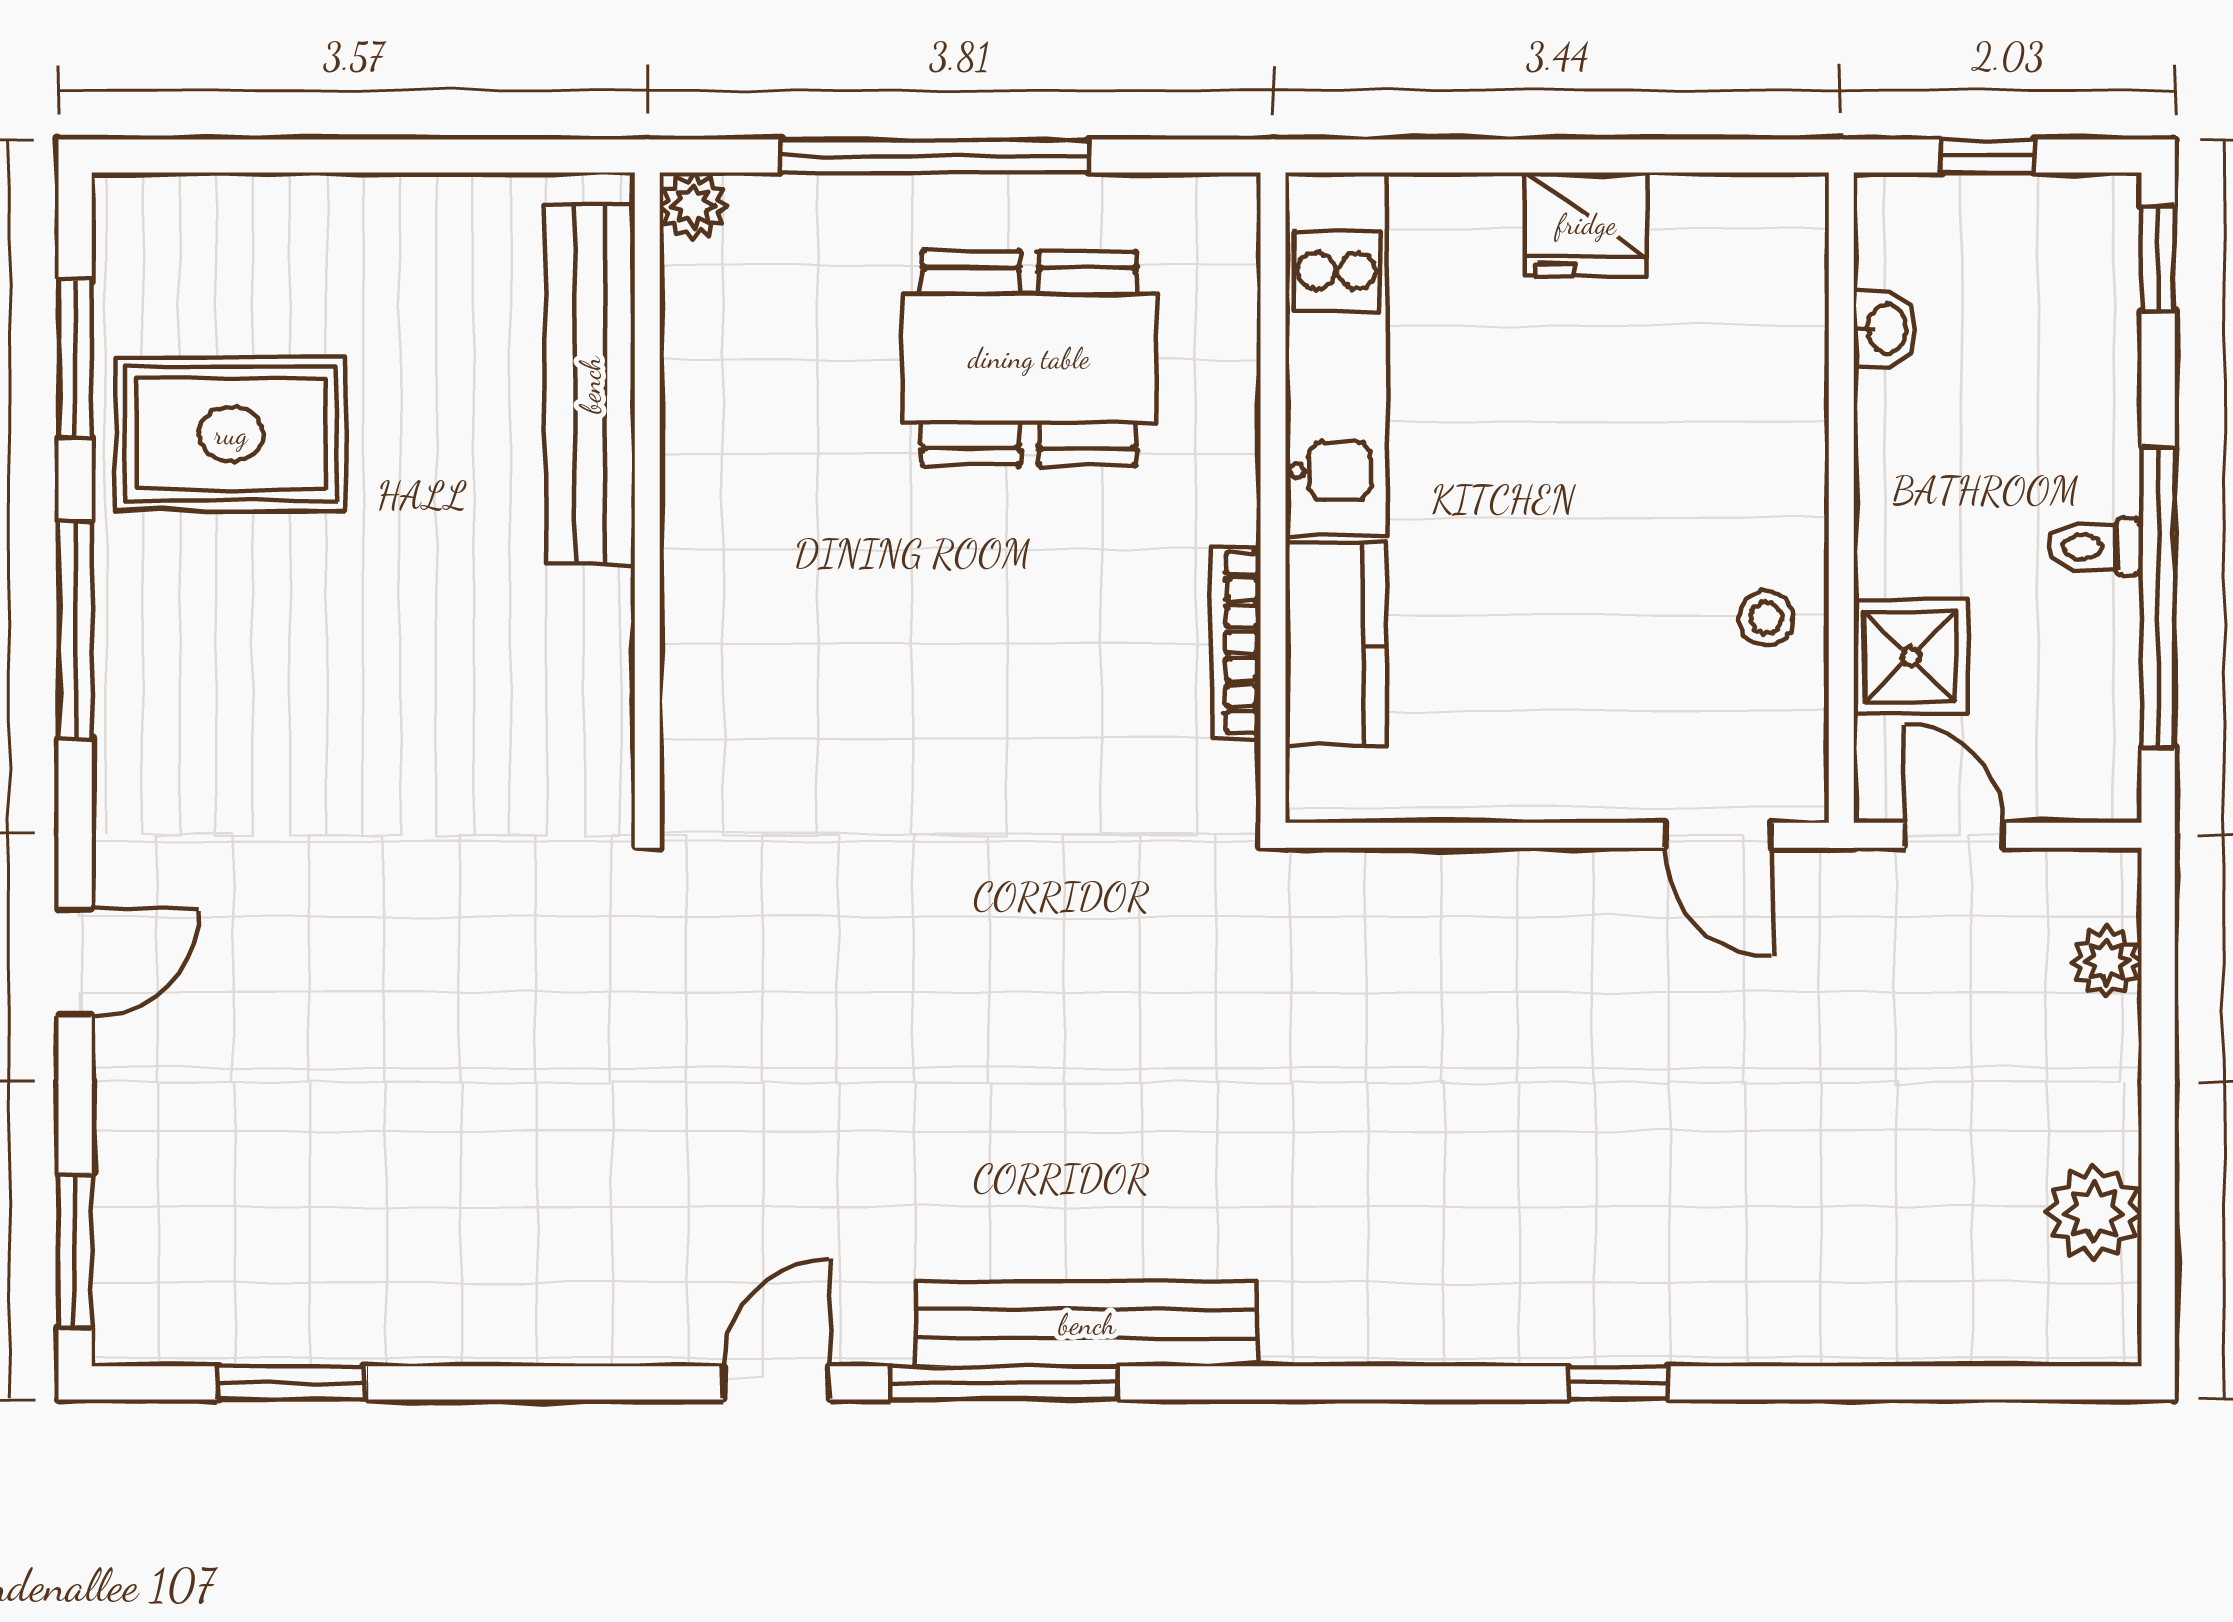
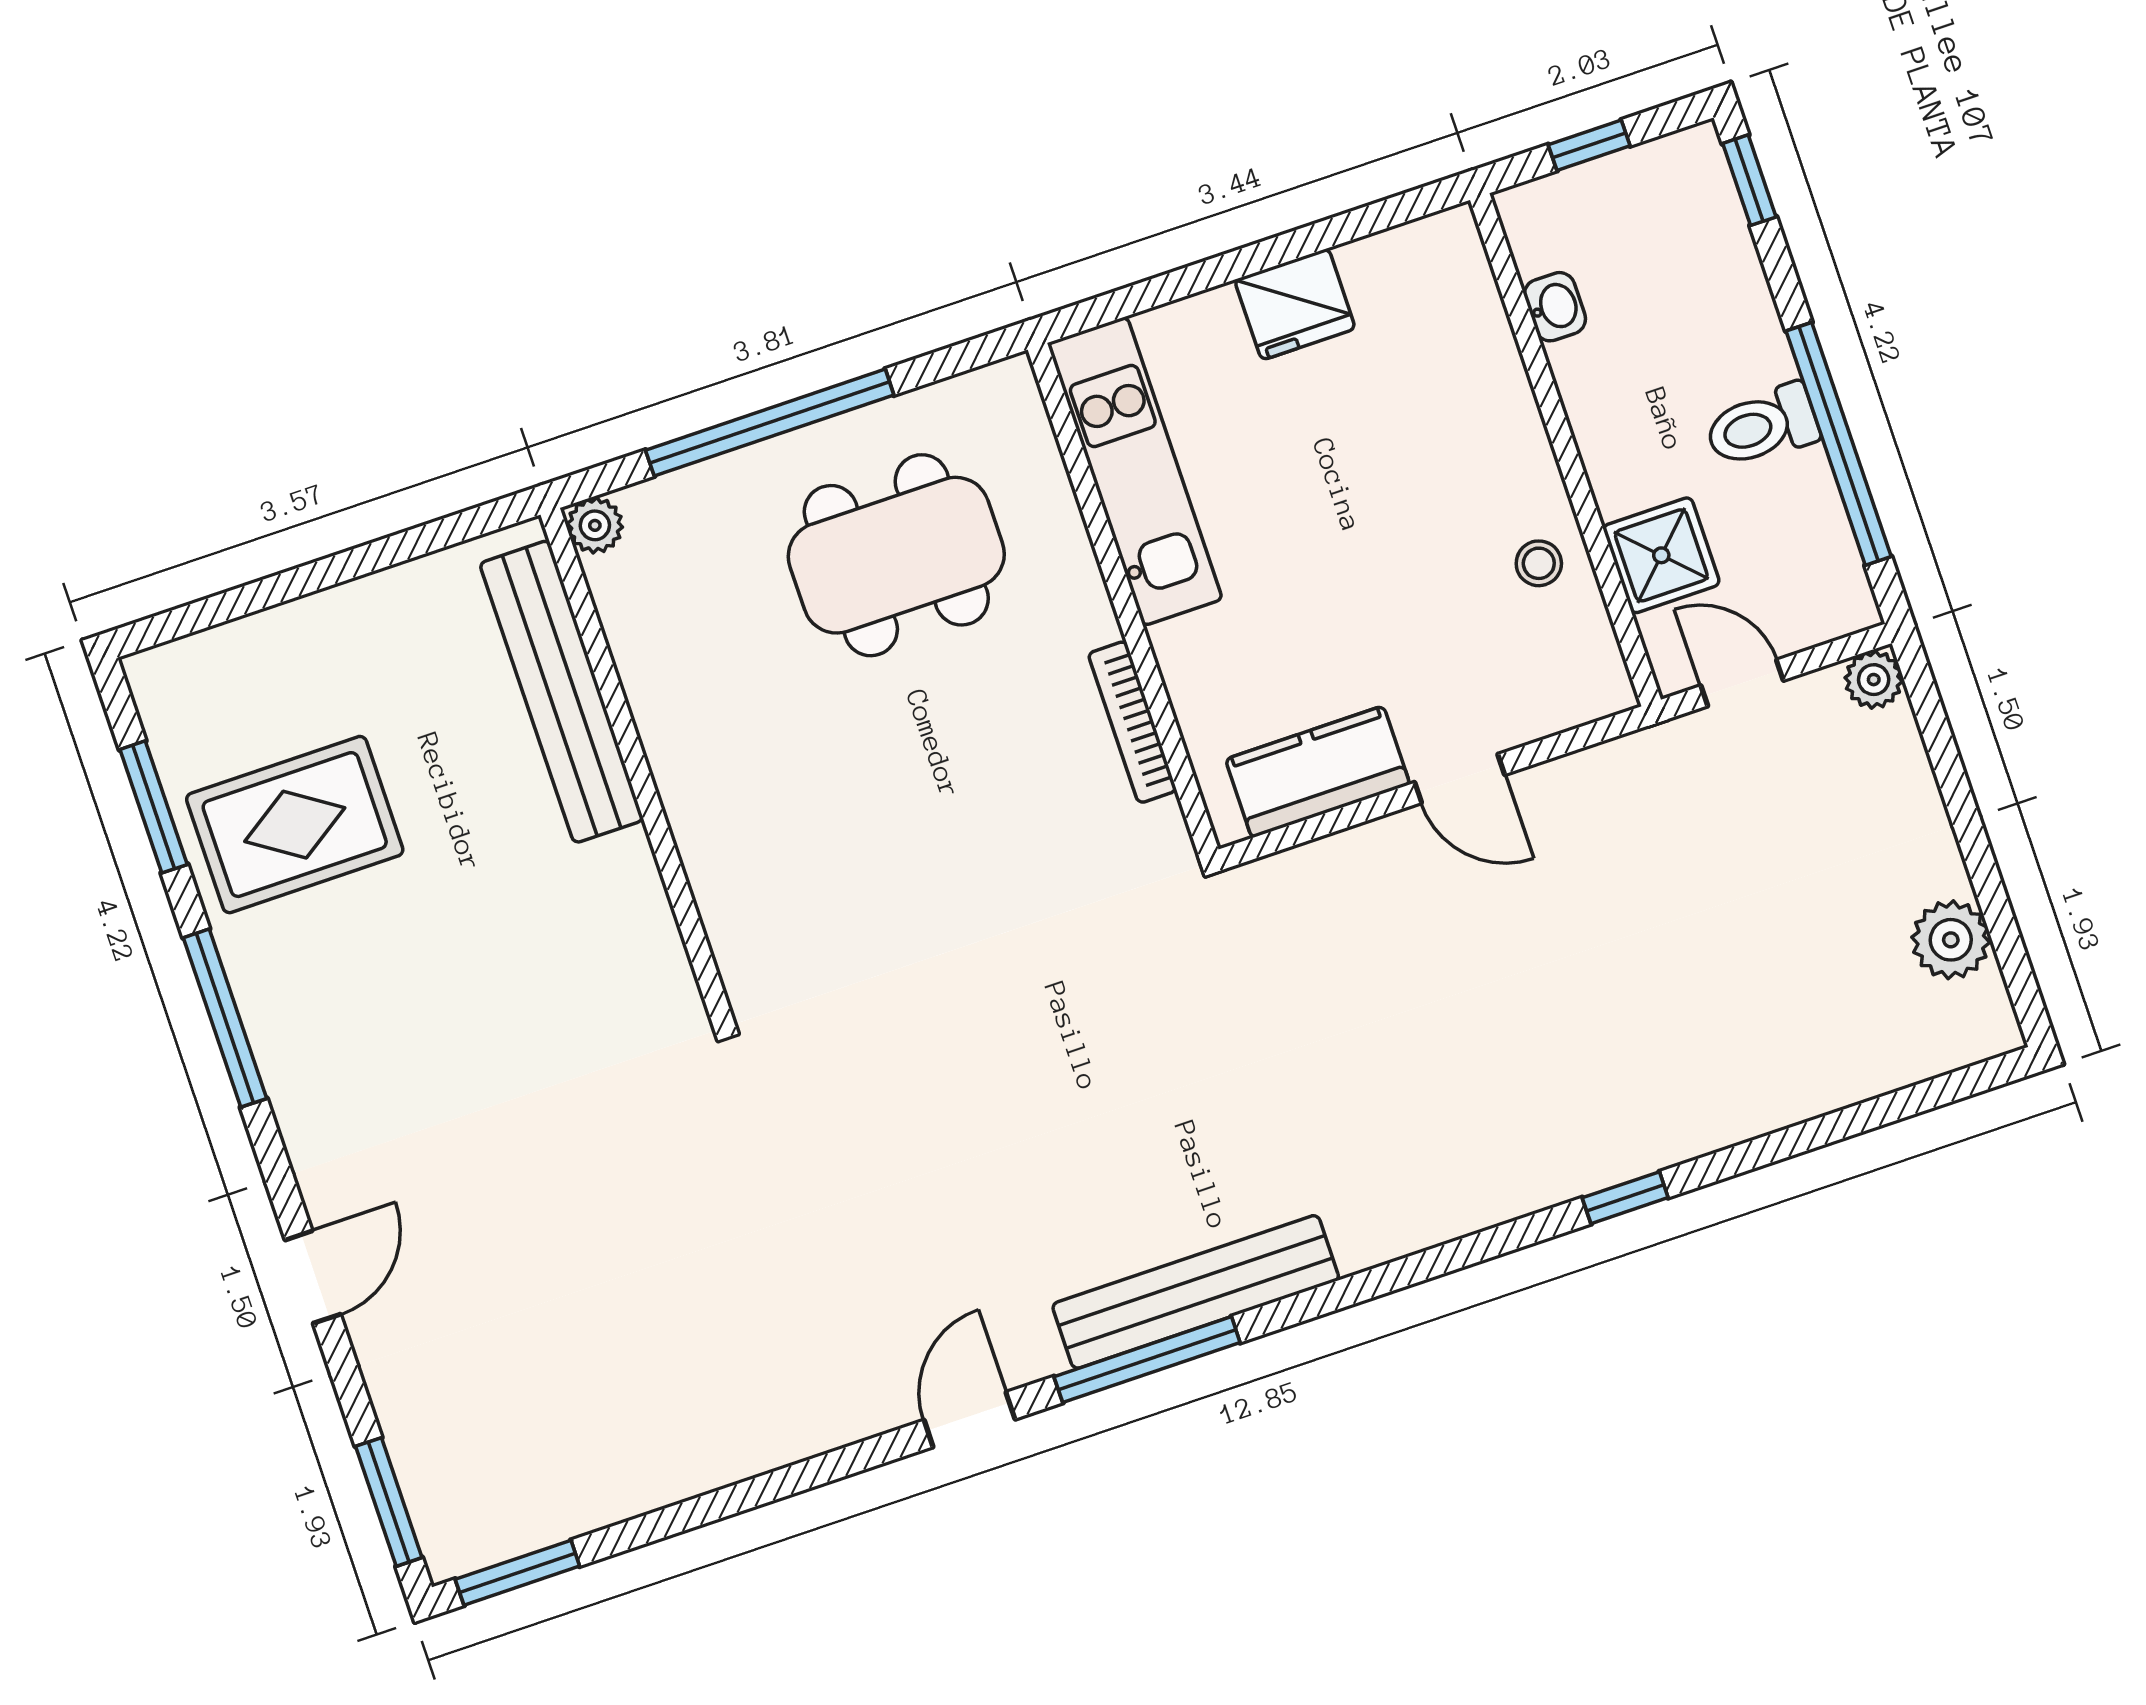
toilet: (2095, 547) -> (1762, 426), width x1.37, depth x1.39
kitchen counter: (1336, 645) -> (1318, 772), moved, turned -90
door: (1718, 835) -> (1460, 779), moved
plant: (2107, 962) -> (1874, 680), moved
window: (292, 1383) -> (517, 1573), moved

